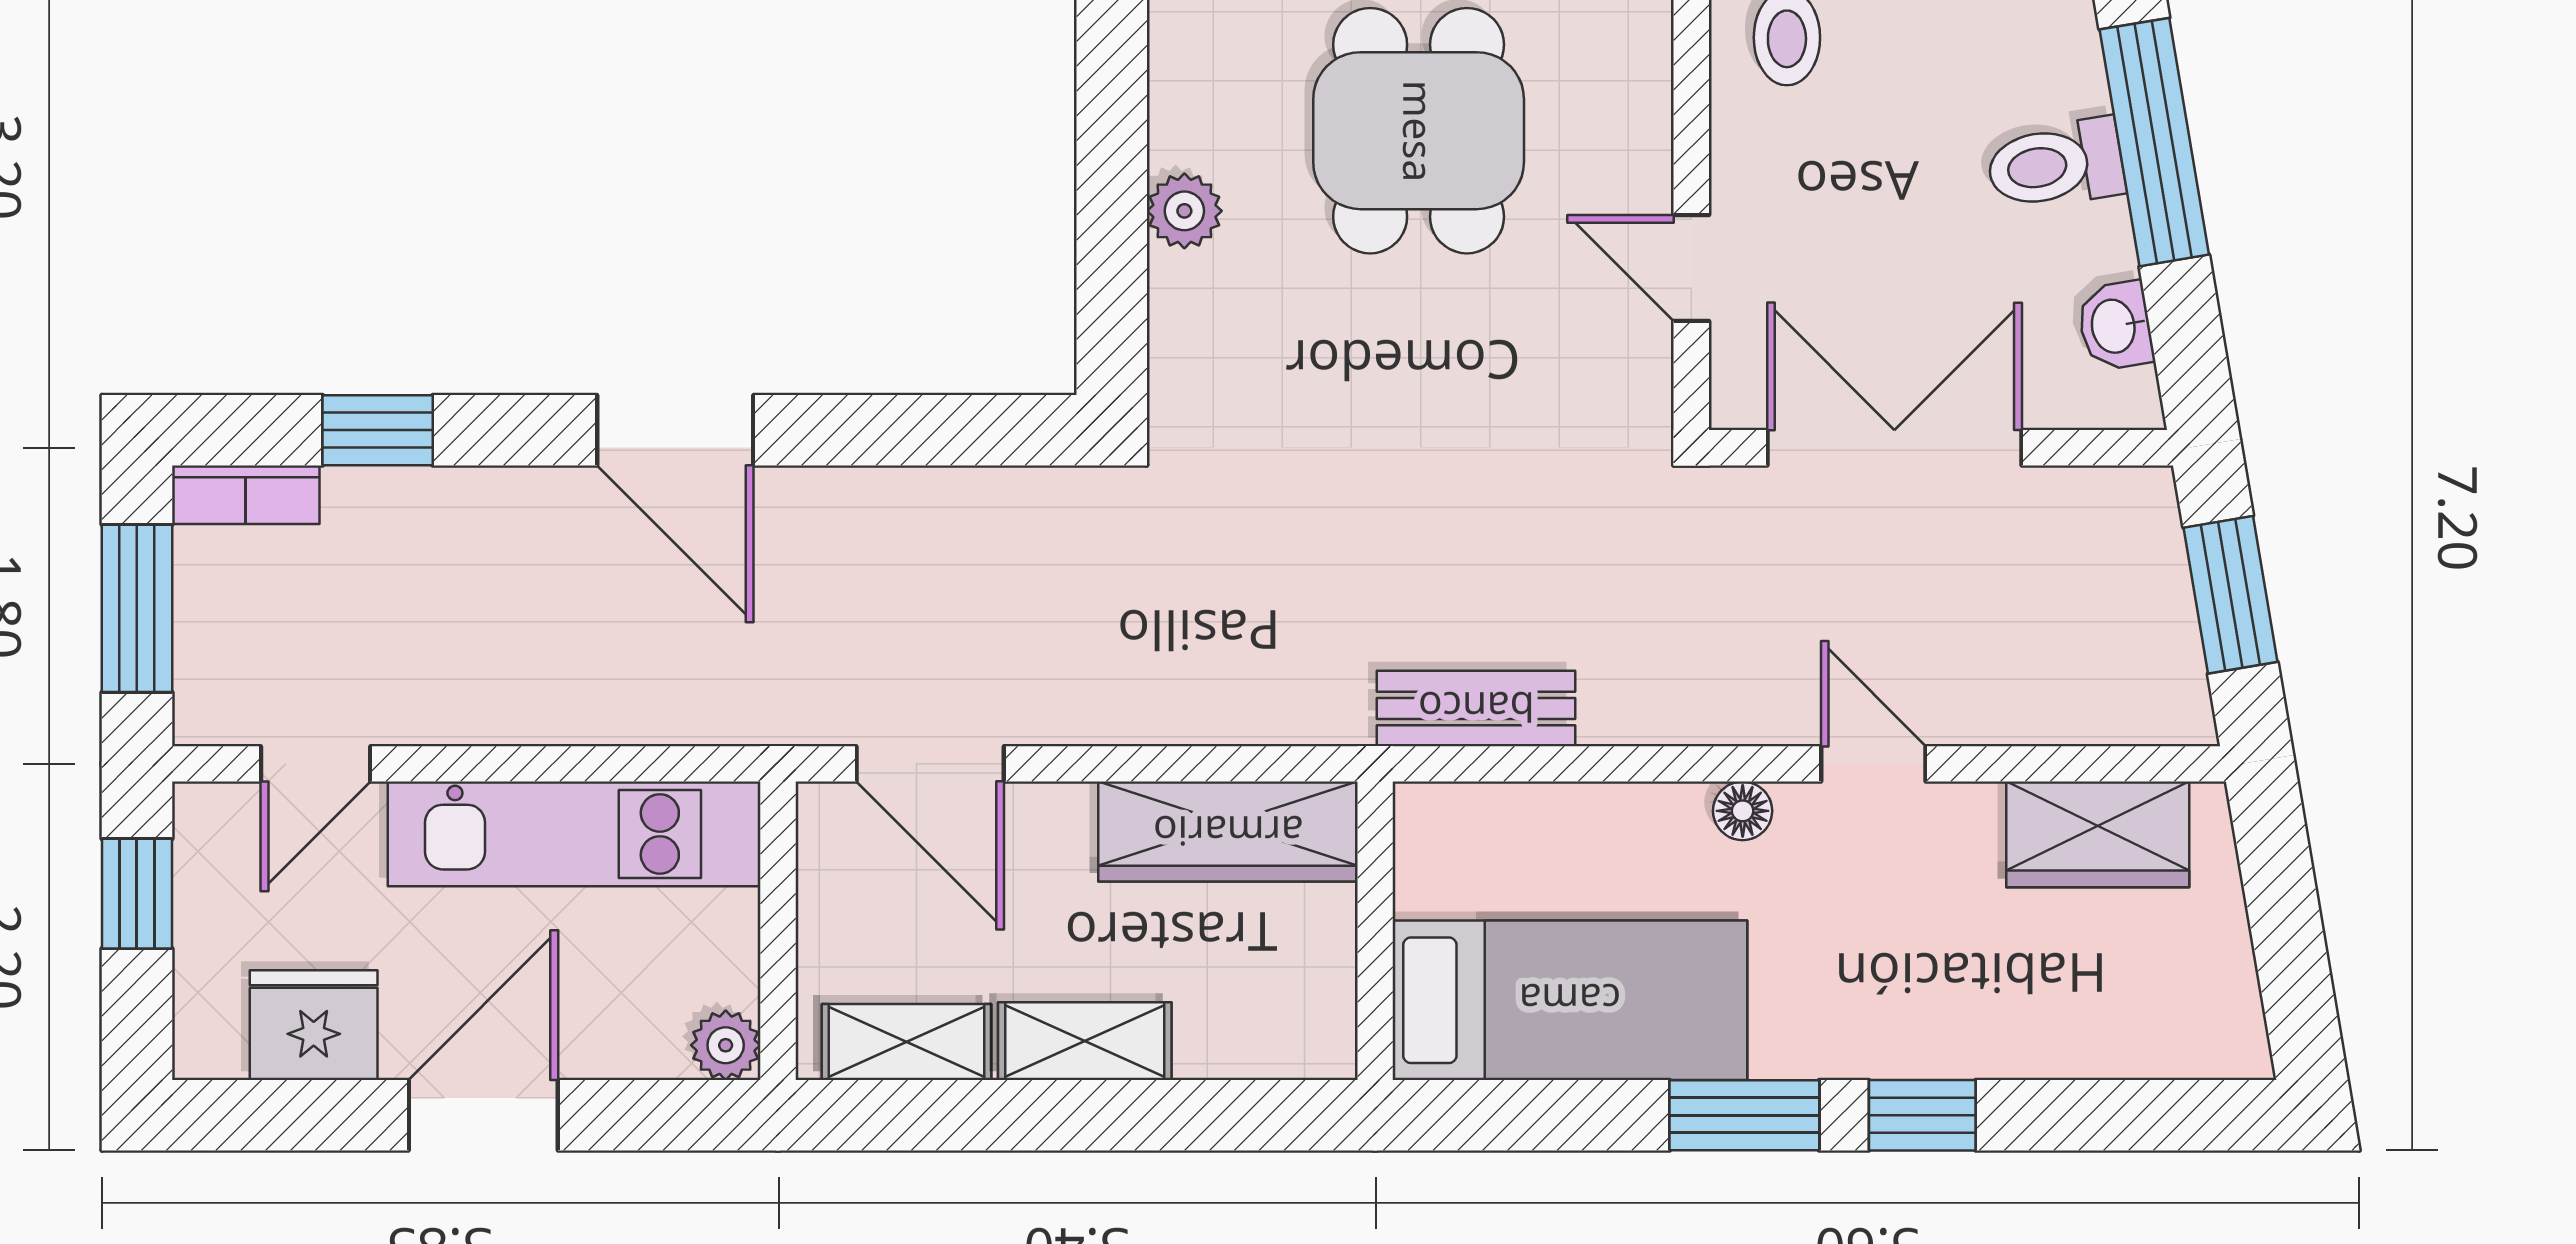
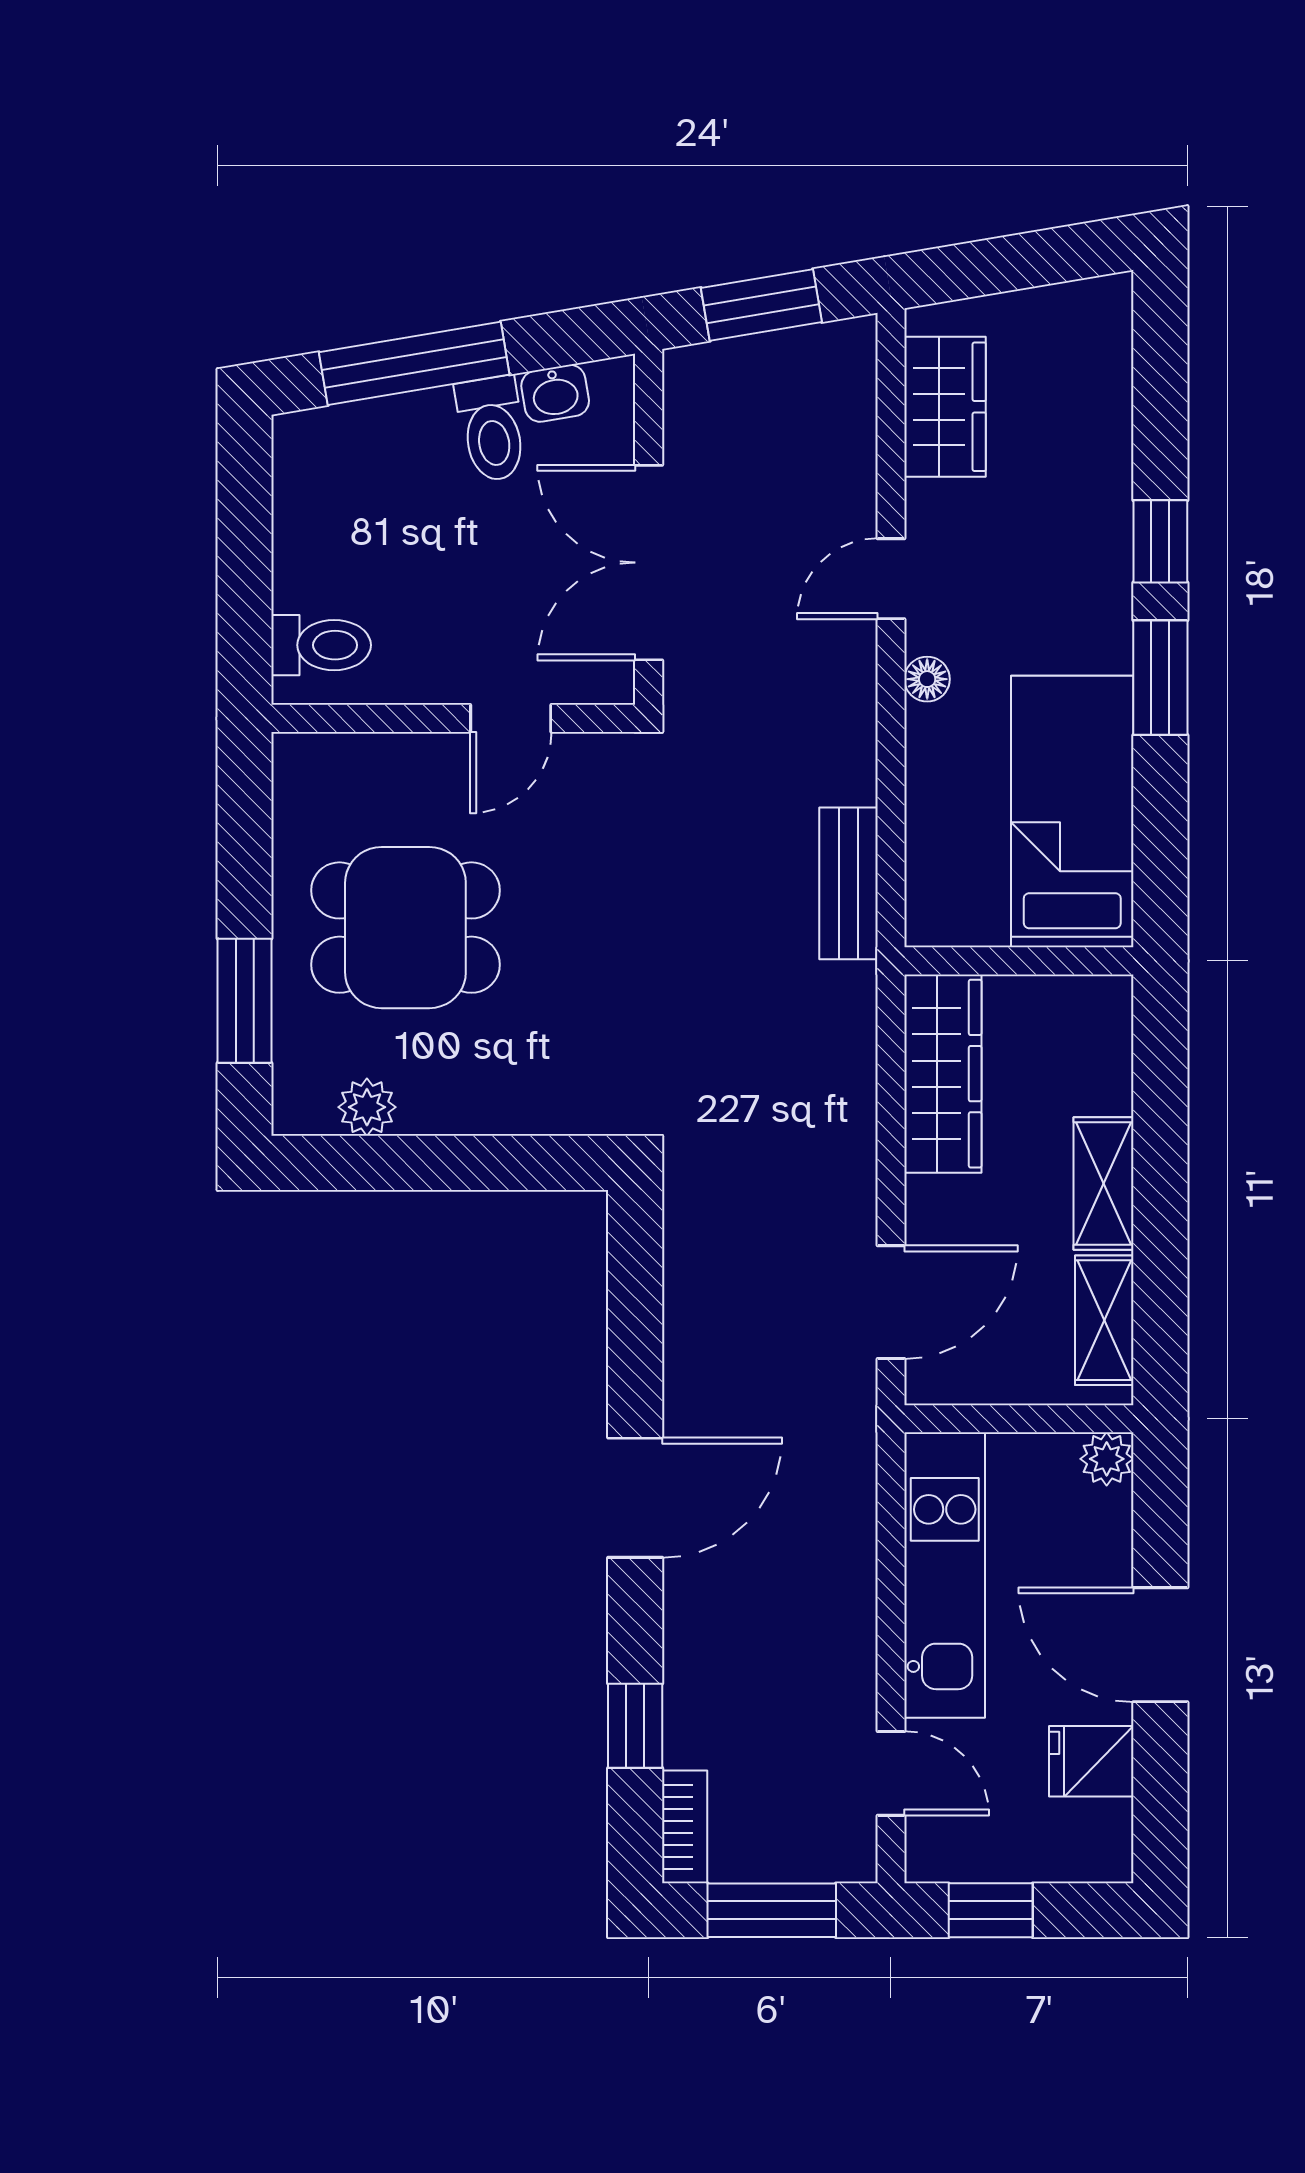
toilet: (2055, 165) -> (492, 429), moved
plant: (1184, 211) -> (367, 1107), moved
fridge: (314, 1025) -> (1091, 1761), width x0.72

